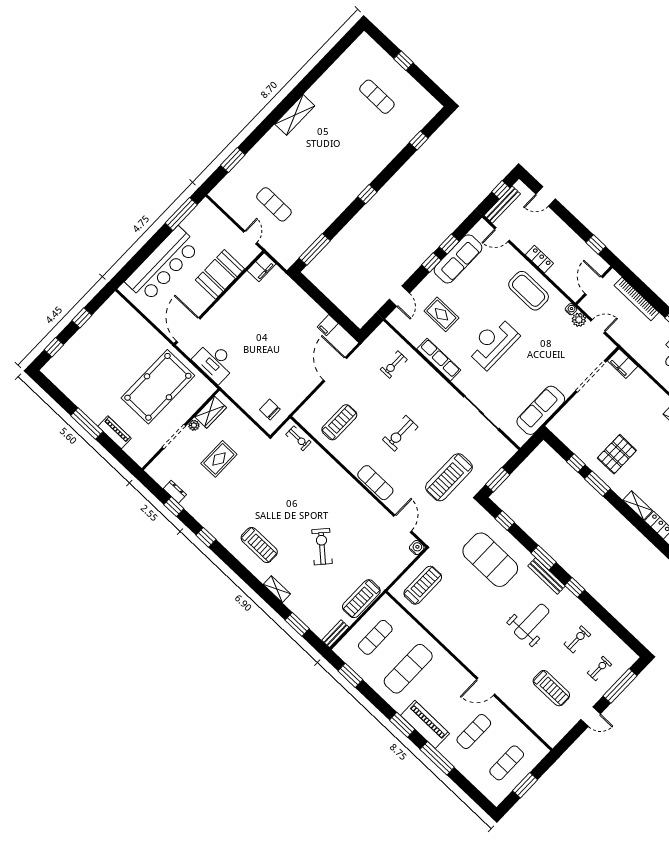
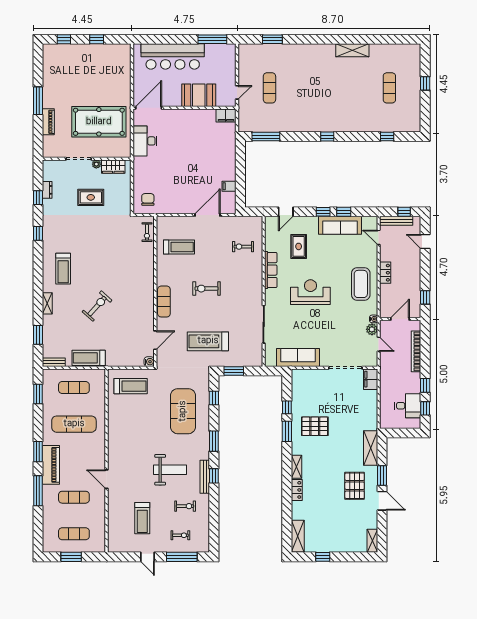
shelving: (295, 115) -> (352, 50), moved
bench: (546, 576) -> (205, 477), moved

